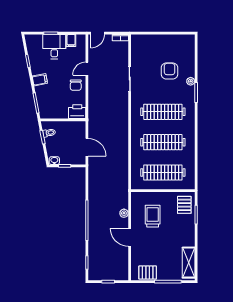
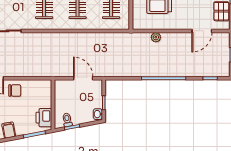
printer: (77, 112) -> (44, 118), moved
door: (87, 147) -> (83, 78), hinge flipped
door: (130, 237) -> (202, 31), moved

